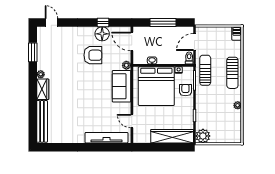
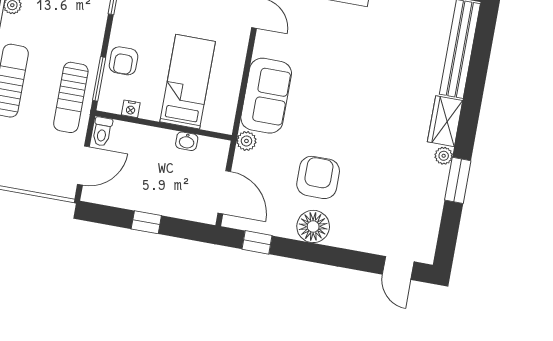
window: (103, 23) -> (257, 242), moved
window: (163, 23) -> (146, 222), width x0.46
floor lamp: (102, 34) -> (313, 226), moved
window: (33, 52) -> (458, 180), moved
armchair: (93, 55) -> (318, 177), turned 90
bed: (156, 86) -> (188, 82), width x0.49

